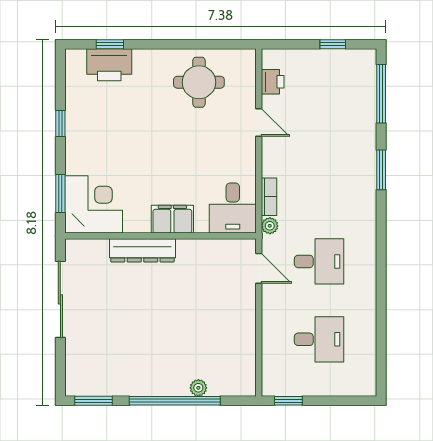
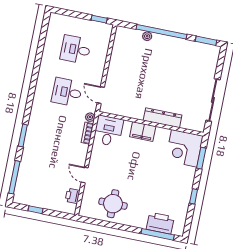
window: (110, 44) -> (158, 234), width x2.17

